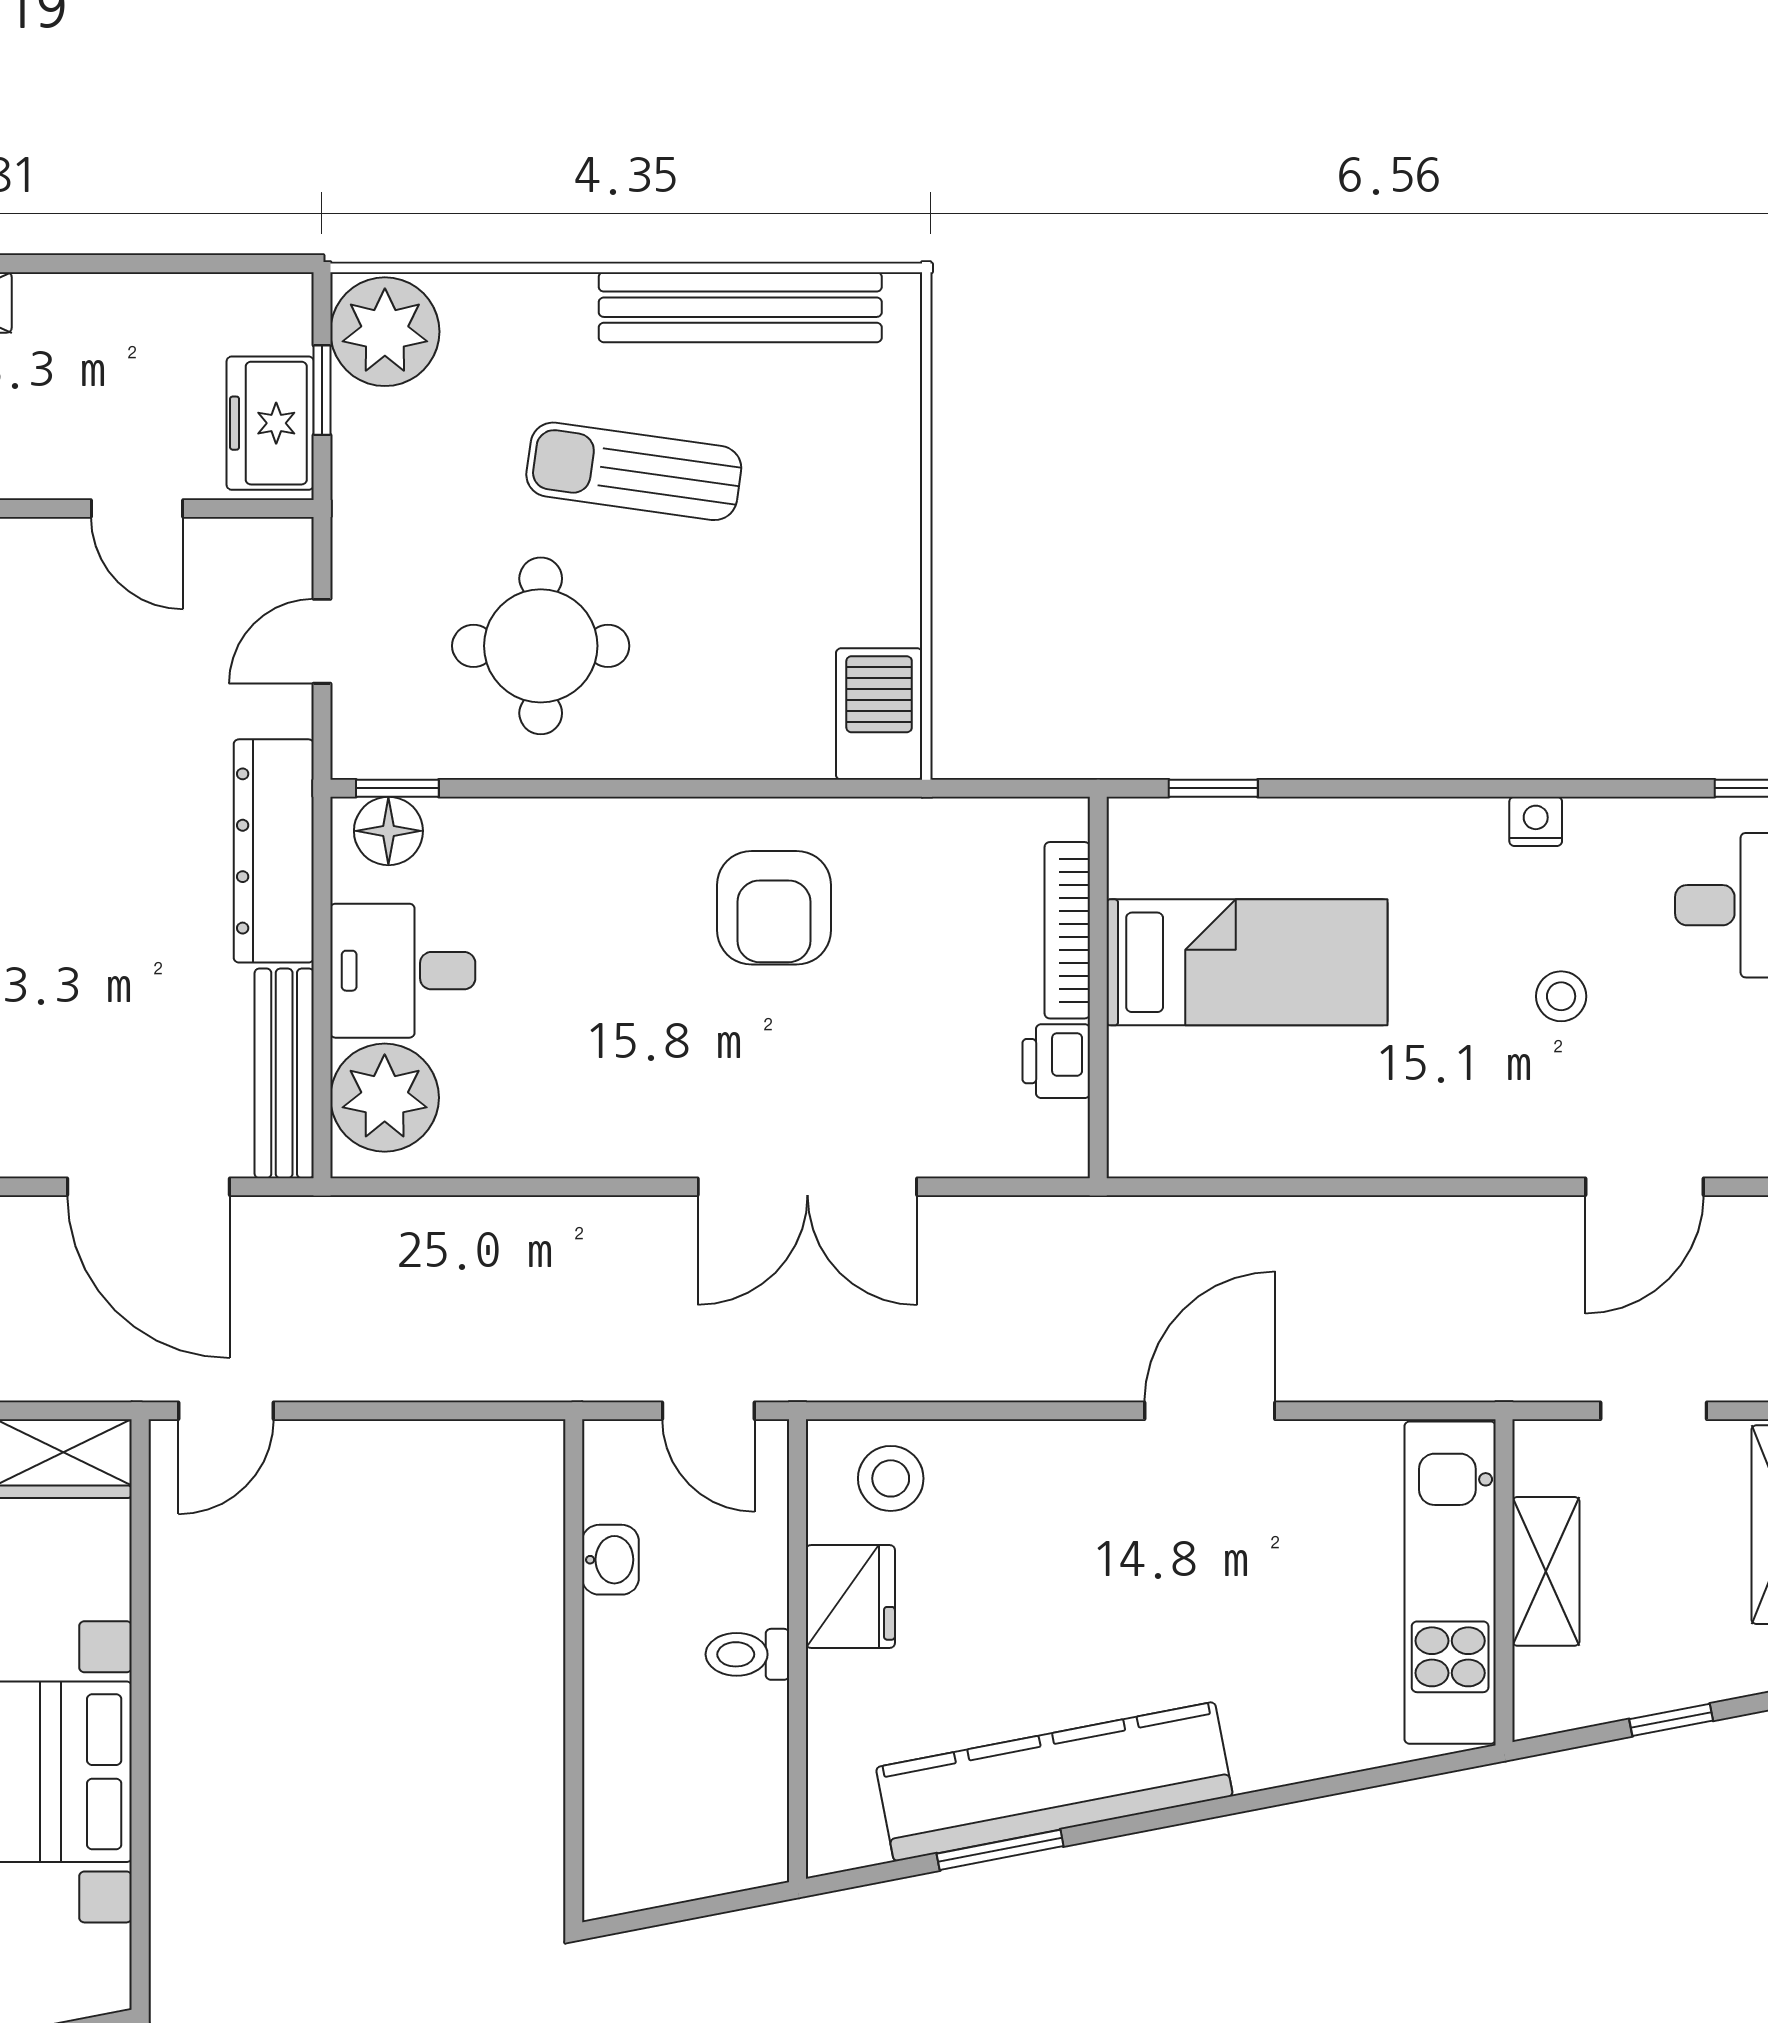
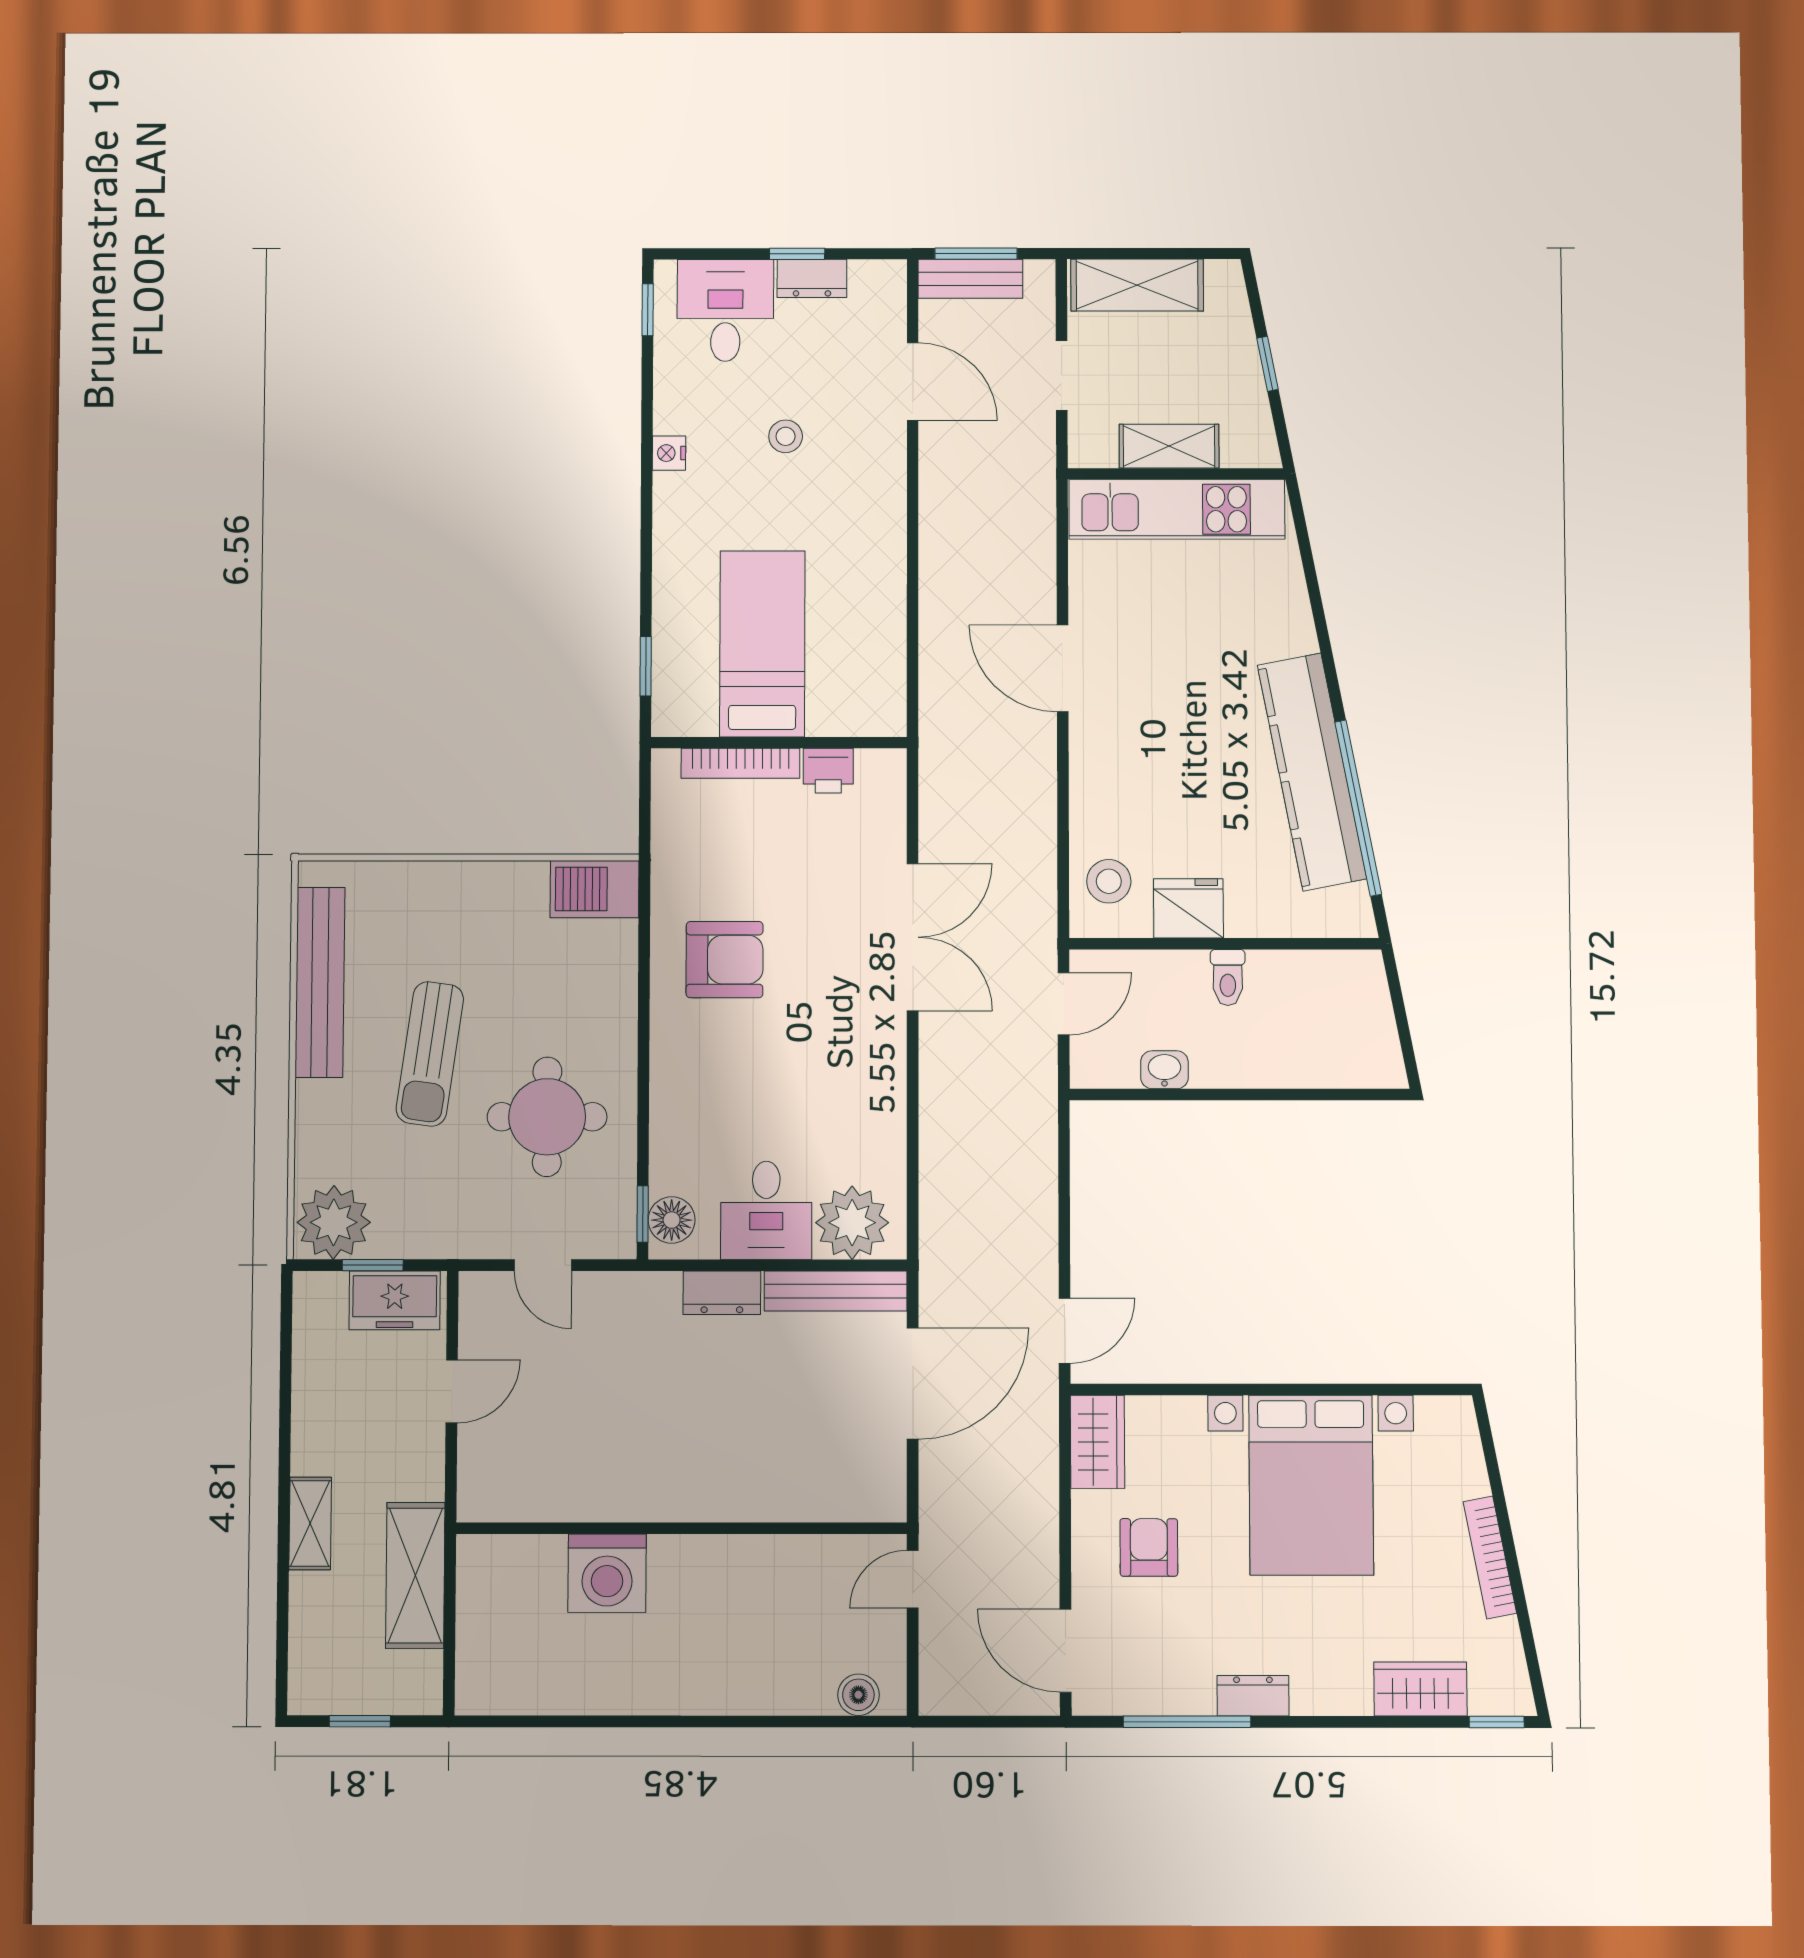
dresser: (274, 851) -> (722, 1293), width x0.51, depth x0.80
door: (226, 1411) -> (1065, 1331), hinge flipped
window: (1000, 1850) -> (1358, 808), width x2.11

